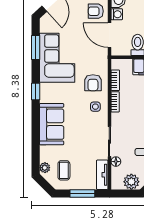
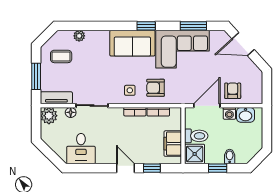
sofa: (52, 124) -> (132, 43), moved
plant: (45, 168) -> (79, 36), moved
plant: (131, 182) -> (49, 116), moved

